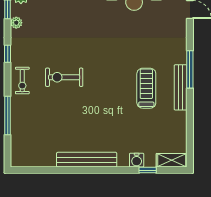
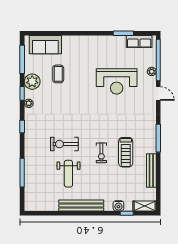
exercise bike: (22, 81) -> (101, 153), moved
bench: (181, 87) -> (151, 171), moved
treadmill: (146, 88) -> (126, 152), turned 180
weight bench: (70, 117) -> (68, 174), added

